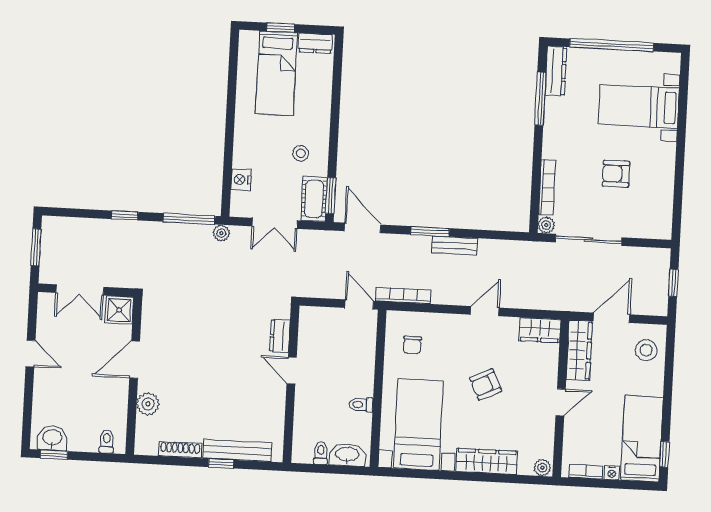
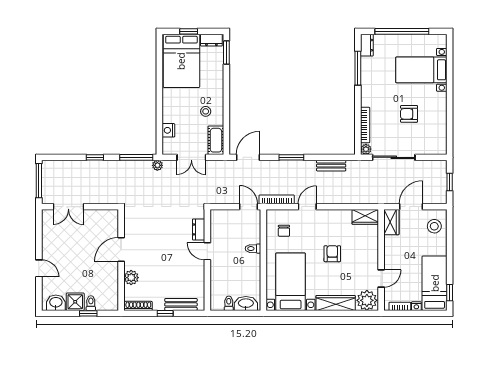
dresser: (556, 71) -> (367, 45), width x0.70
bed: (276, 73) -> (181, 61), width x1.50
window: (331, 196) -> (226, 53), moved
door: (362, 228) -> (248, 157), hinge flipped
bench: (455, 246) -> (331, 166), moved
window: (36, 247) -> (39, 181), width x1.44
shower: (119, 310) -> (75, 302), moved
door: (485, 311) -> (307, 207), moved
wardrobe: (579, 350) -> (391, 222), width x0.67
door: (30, 354) -> (39, 268), moved
door: (135, 360) -> (121, 249), moved
wall: (134, 376) -> (121, 260), moved
armchair: (486, 384) -> (332, 254), turned 115
door: (561, 402) -> (381, 279), moved
plant: (148, 404) -> (131, 278), moved
toilet: (361, 405) -> (253, 249), moved
bench: (237, 450) -> (181, 304), width x0.73
window: (54, 455) -> (88, 313), moved
plant: (542, 468) -> (367, 300), width x1.88, depth x1.88

